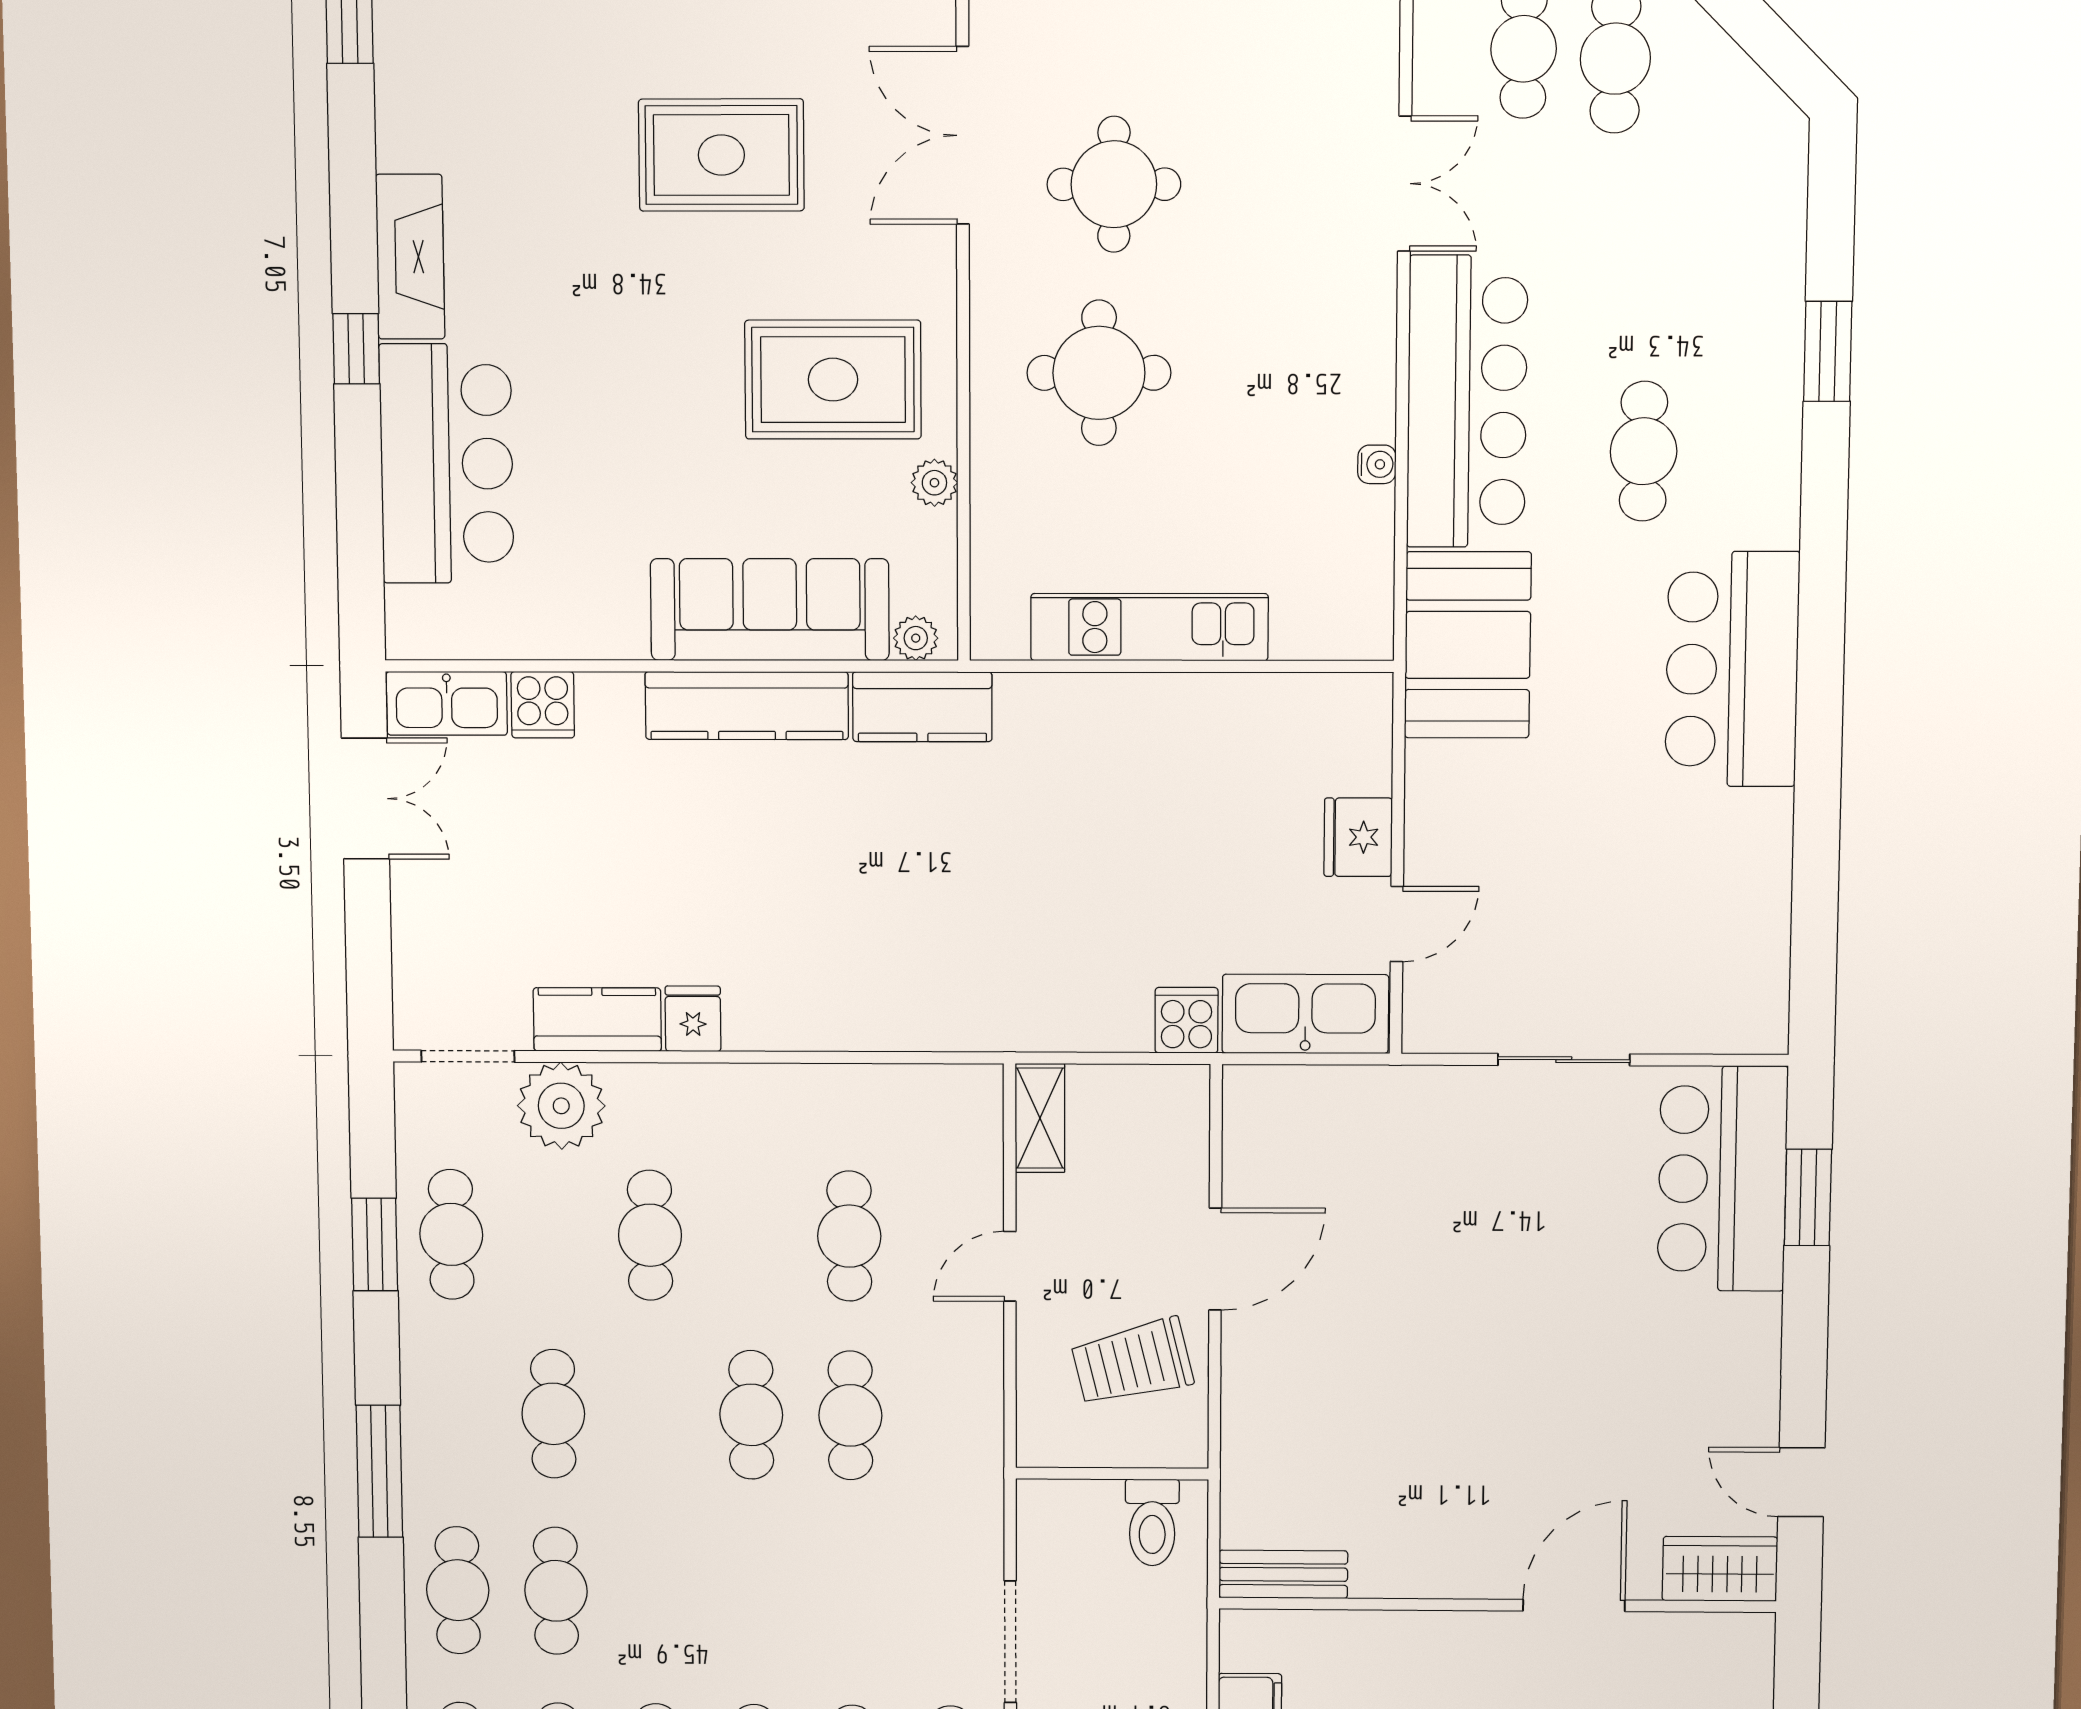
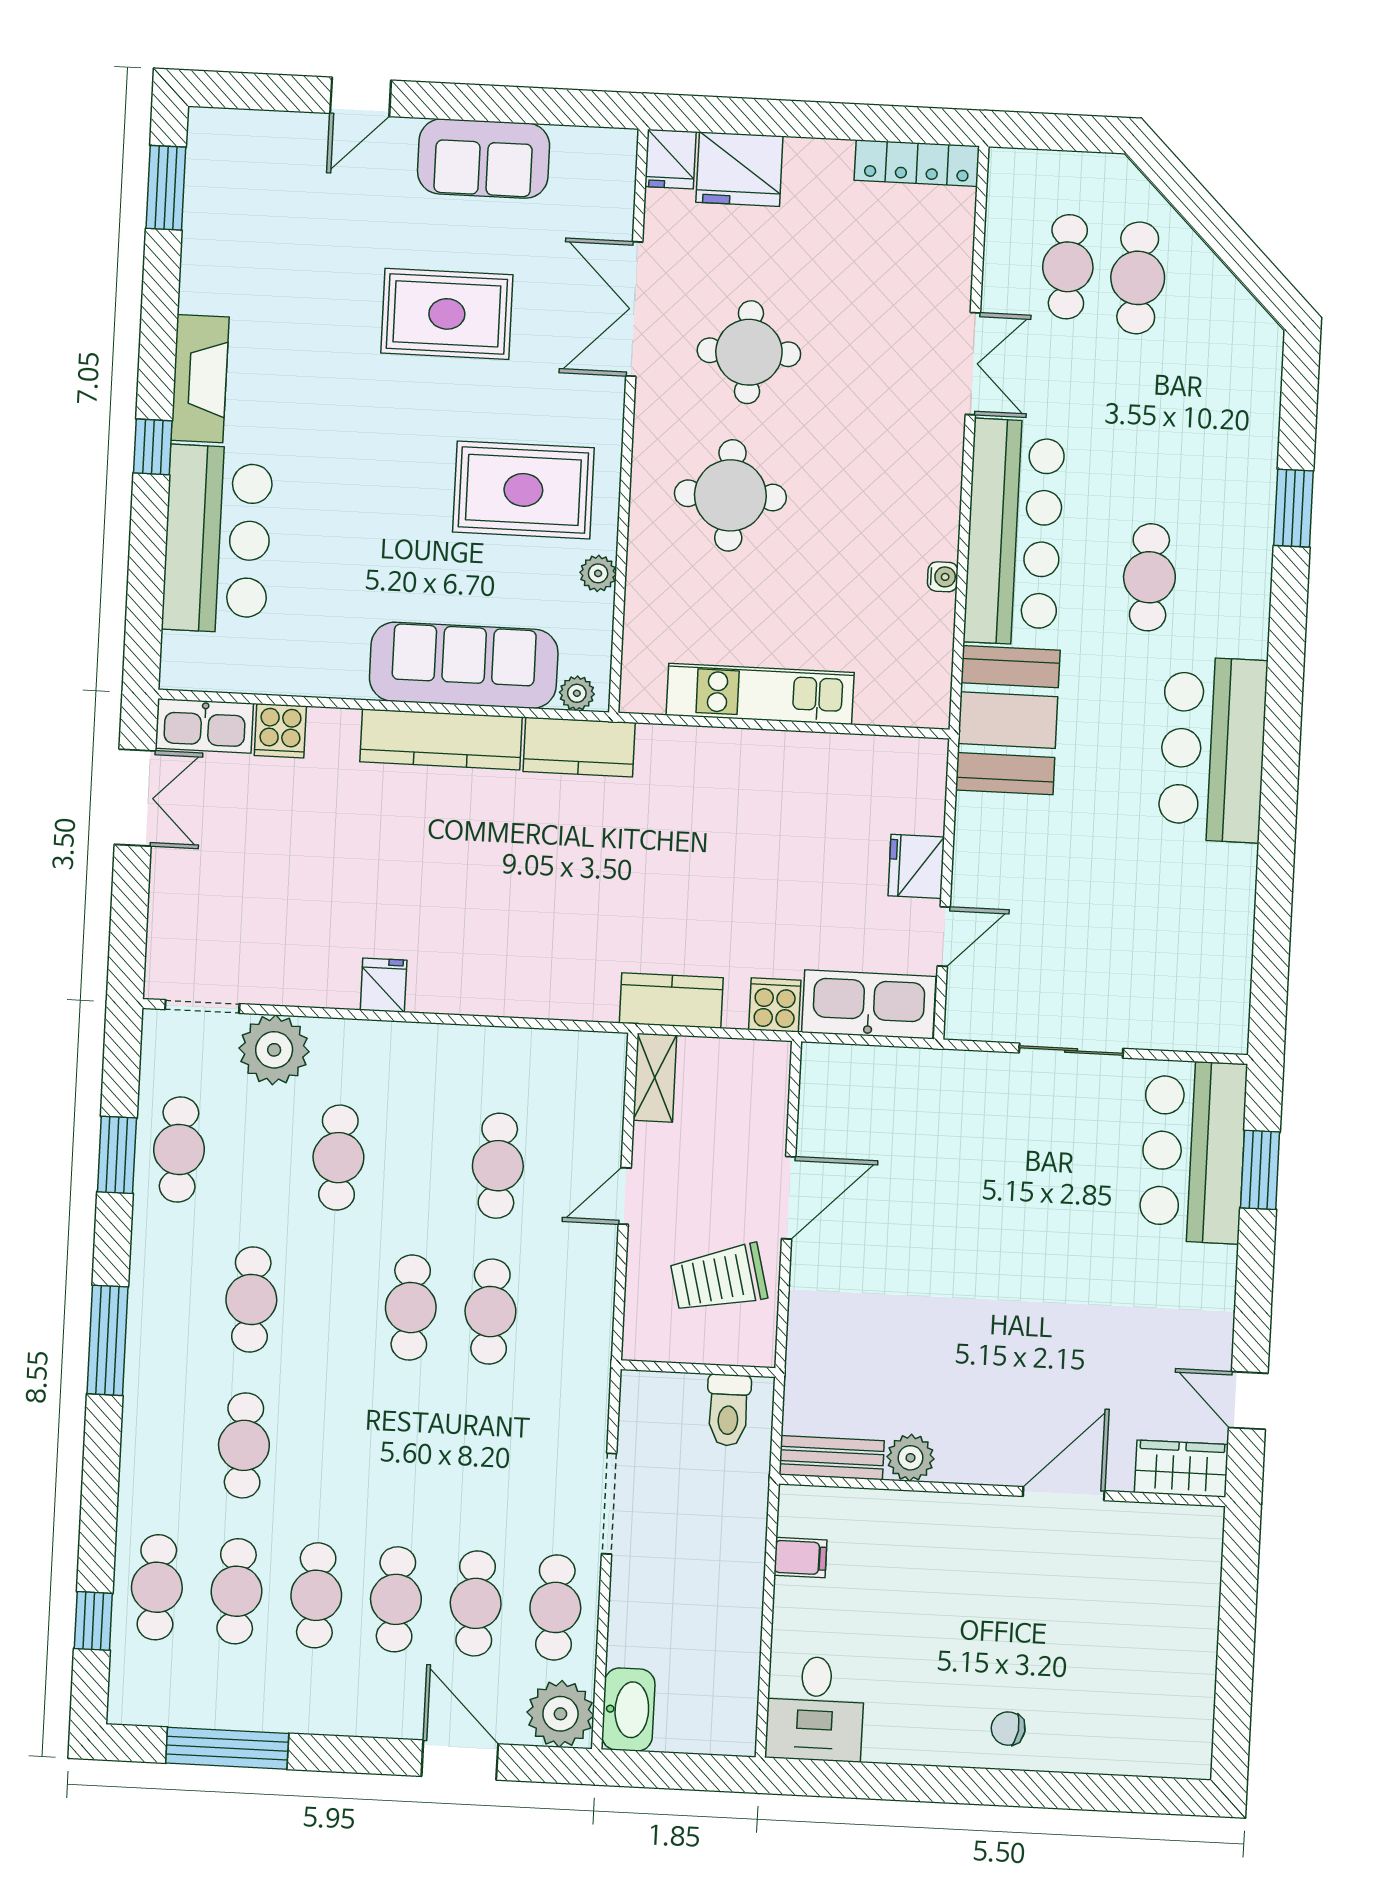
kitchen counter: (597, 1019) -> (671, 1000), moved
plant: (1381, 1570) -> (911, 1458), added
cafe table: (458, 1590) -> (164, 1441), removed

